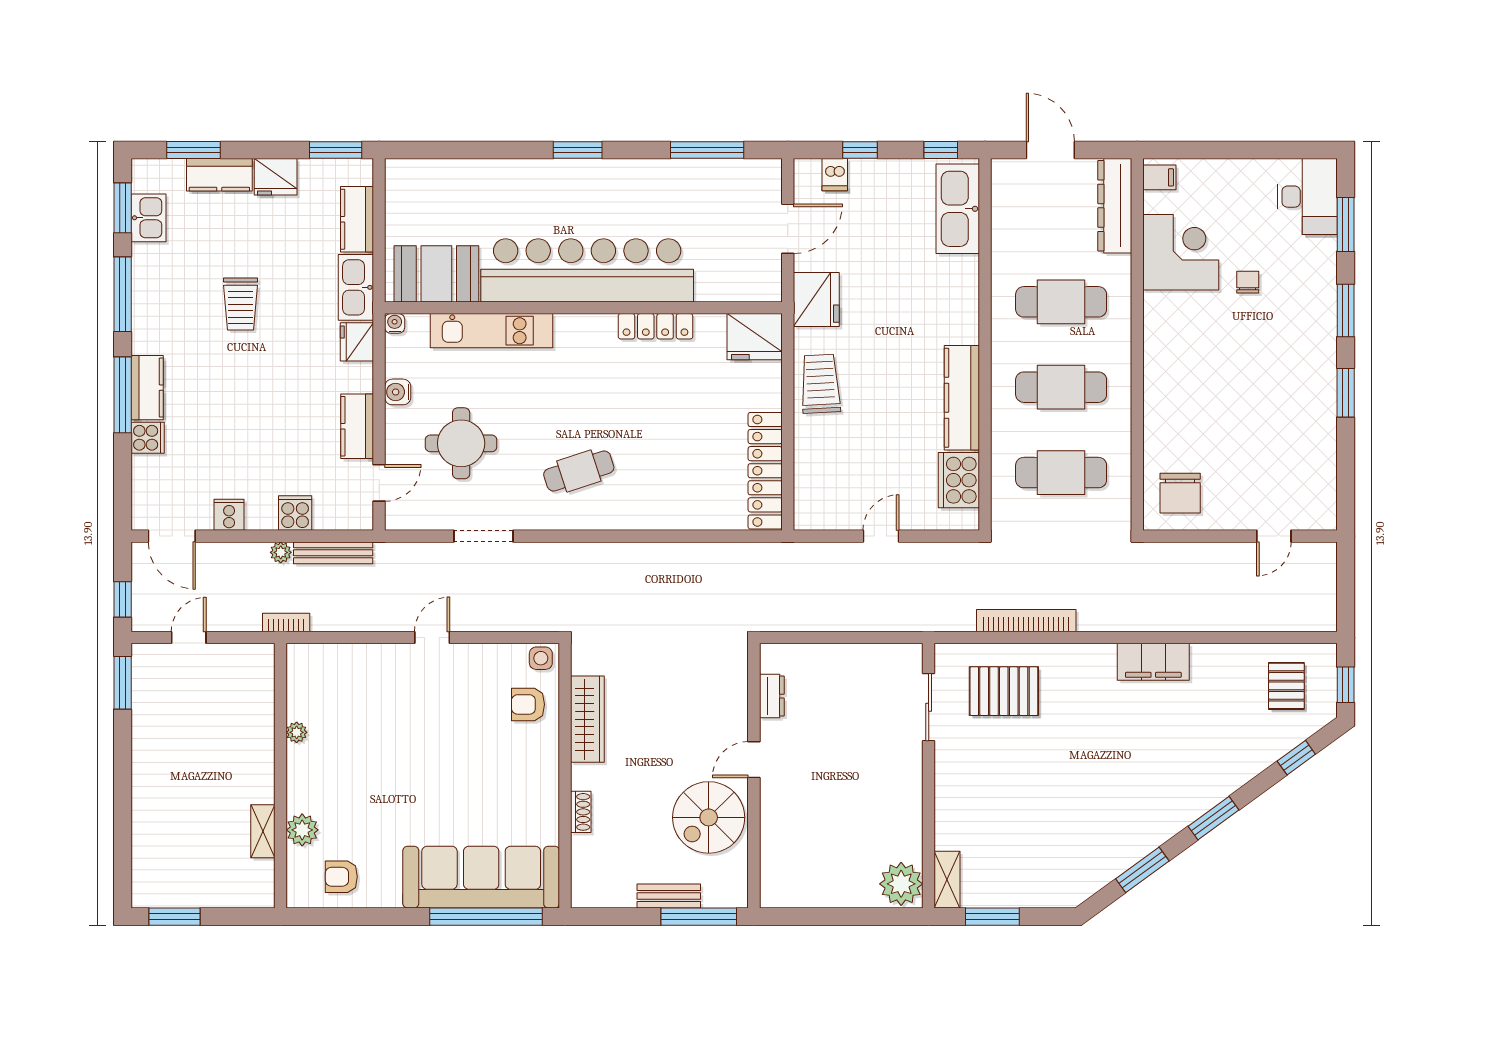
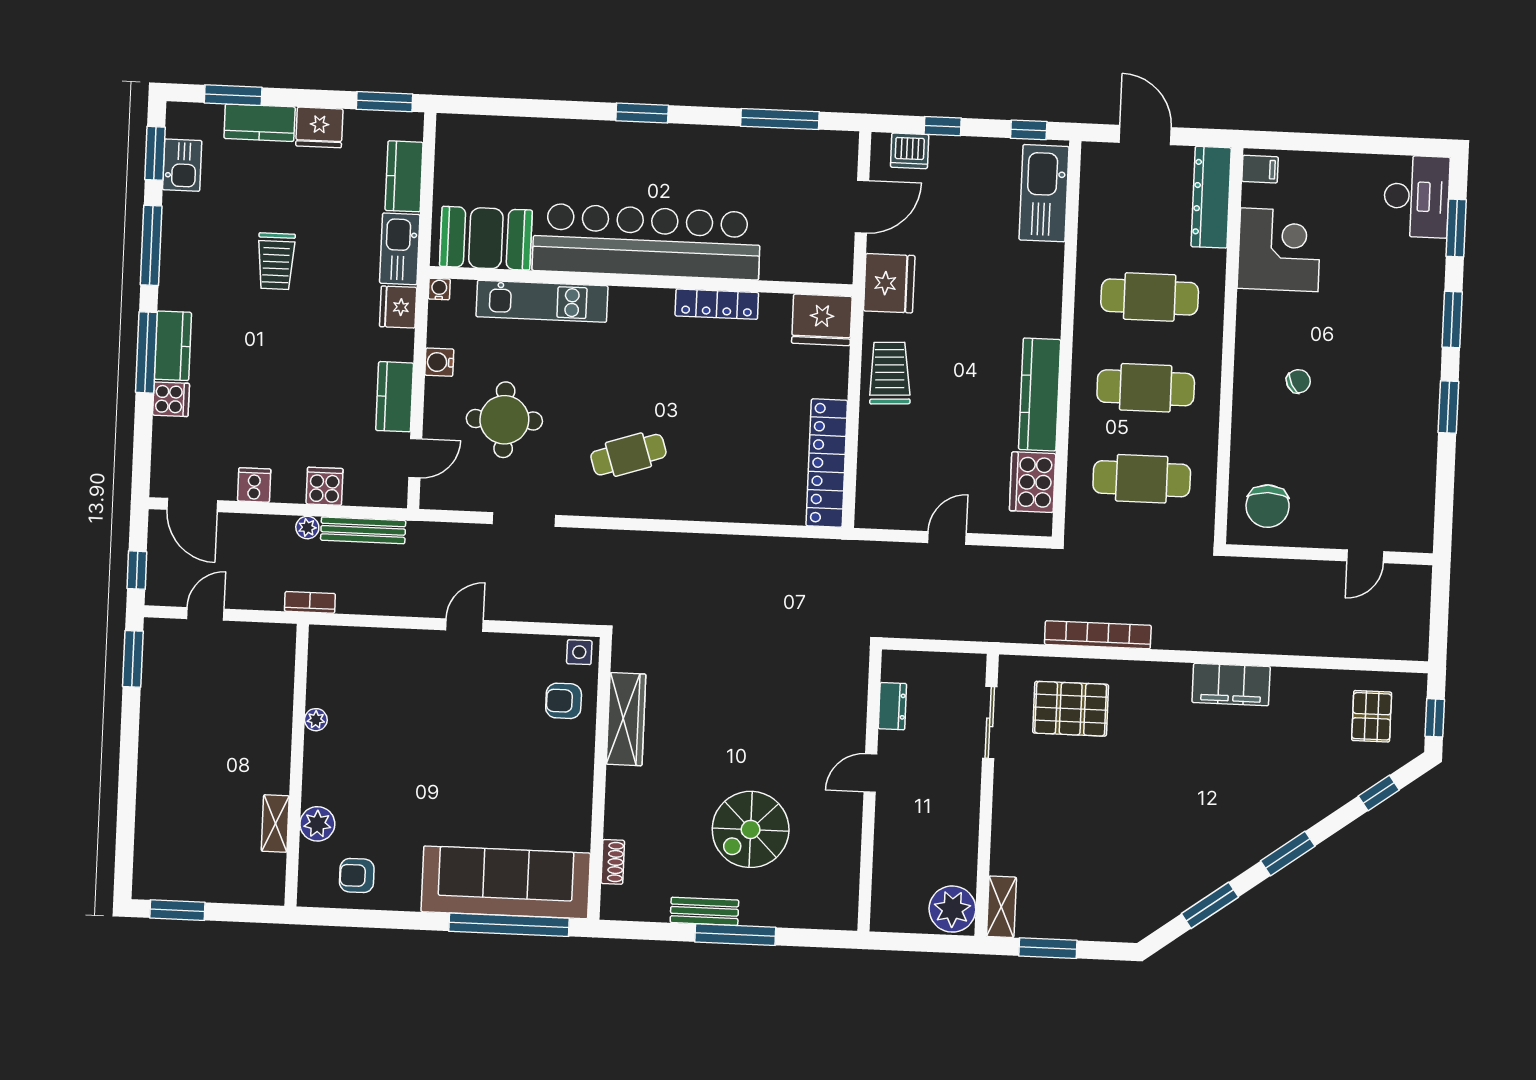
dishwasher: (835, 175) -> (910, 151), width x1.38
chair: (1248, 282) -> (1298, 381), moved, turned 62
dresser: (772, 696) -> (892, 706), moved
door: (754, 760) -> (870, 773), moved
wall: (754, 776) -> (870, 790), moved
shoe rack: (581, 812) -> (613, 862), moved

